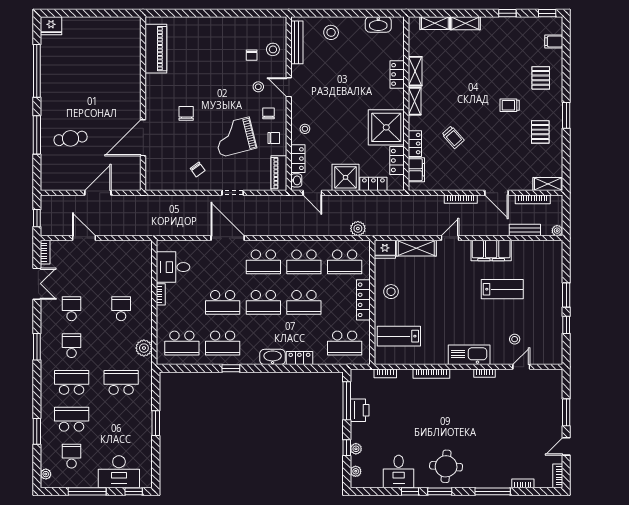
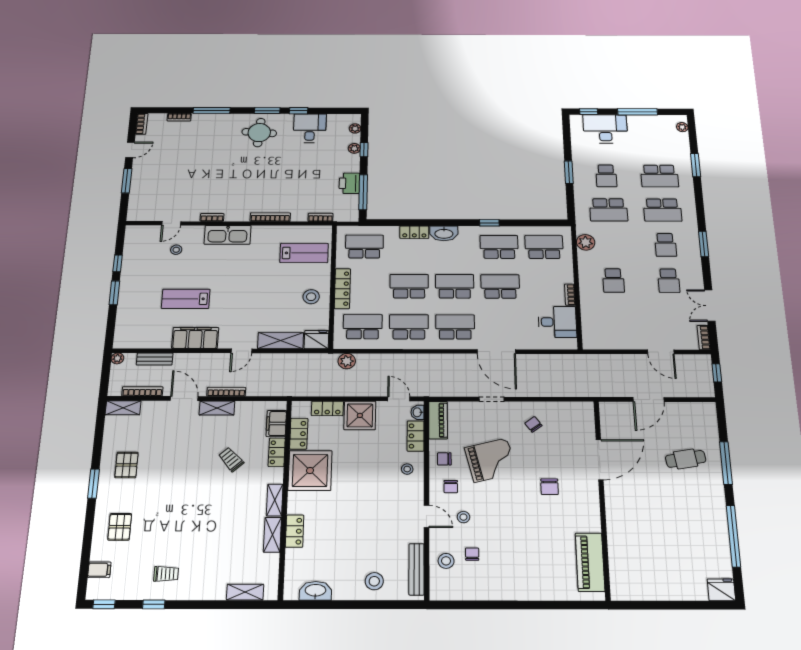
shelving: (465, 23) -> (217, 408), moved
trolley: (510, 105) -> (166, 574), moved
school desk: (72, 456) -> (606, 176), moved

